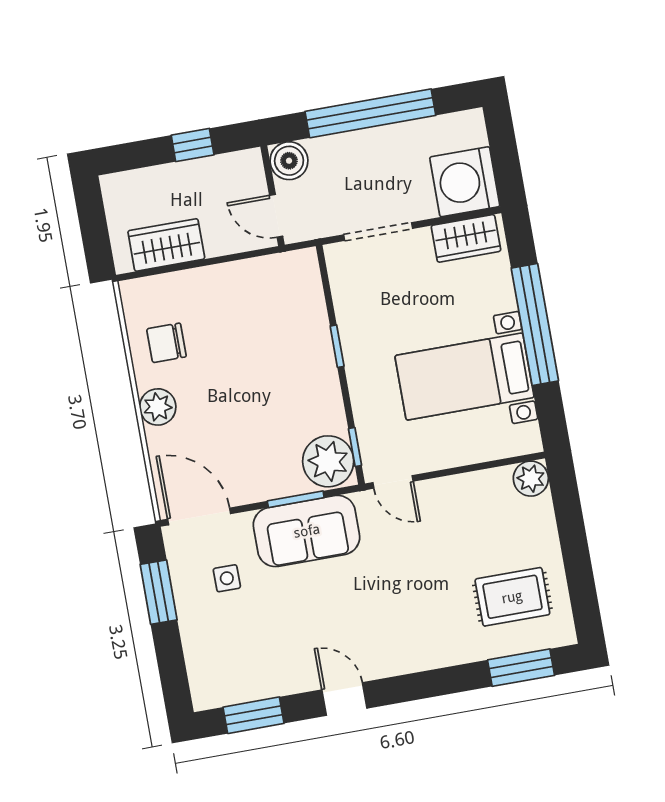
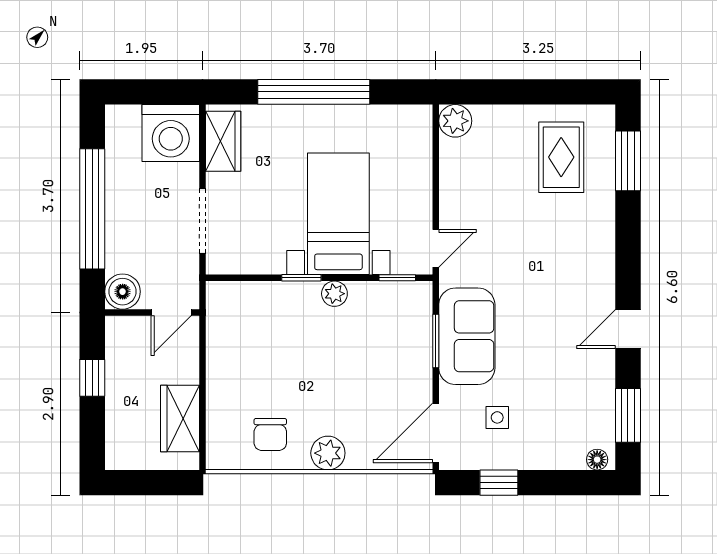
bed with nightstands: (464, 377) -> (338, 214), moved, turned 180
plant: (328, 461) -> (334, 294), moved, width x0.53, depth x0.53
window: (159, 592) -> (499, 483), width x0.67
floor lamp: (201, 691) -> (597, 460), added

